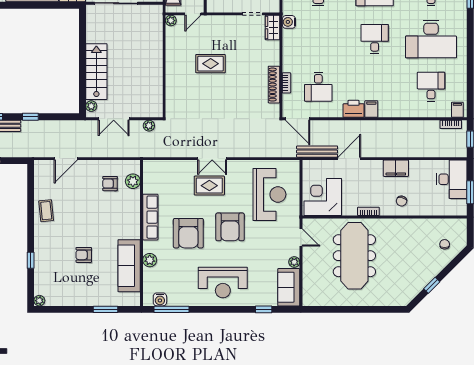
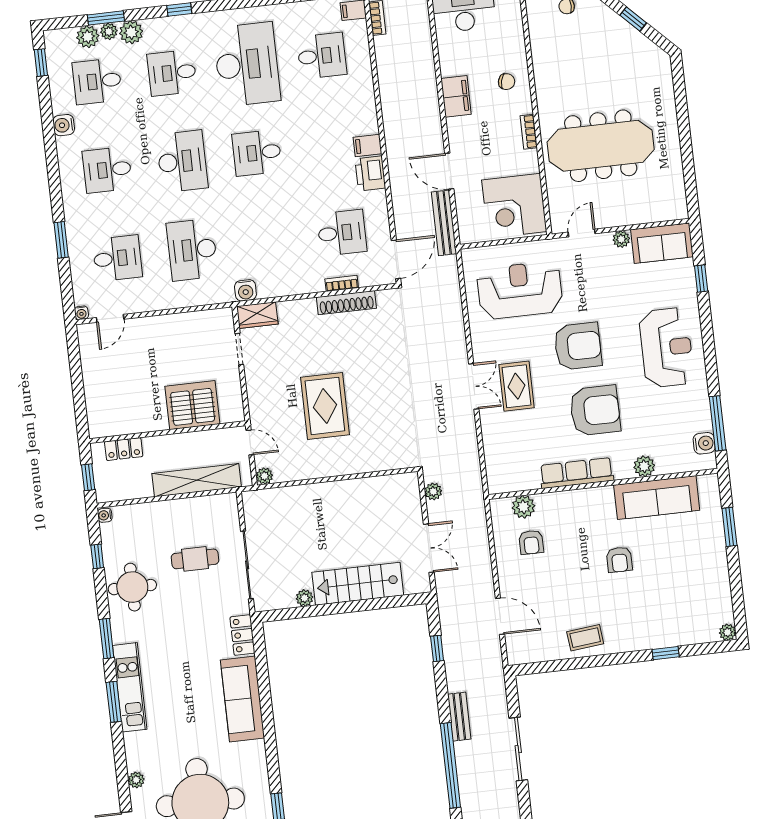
rug: (211, 64) -> (325, 406), width x1.36, depth x1.43
desk: (431, 87) -> (322, 56), turned 180
plant: (91, 106) -> (305, 598), moved
window: (30, 117) -> (437, 648), moved
armchair: (84, 255) -> (619, 560), moved

